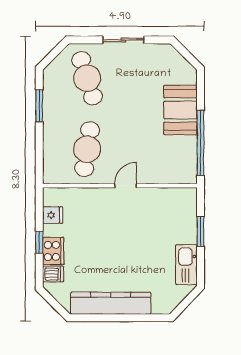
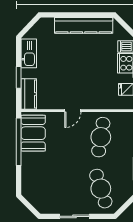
booth: (180, 110) -> (33, 133), moved
kitchen counter: (186, 209) -> (29, 94), added

